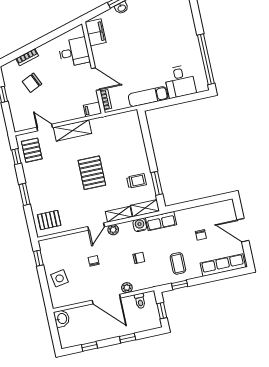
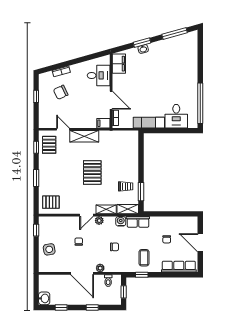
washbasin: (62, 319) -> (44, 298), moved

